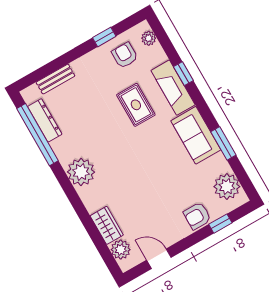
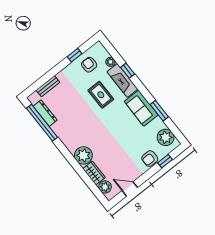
plant: (149, 38) -> (110, 62), moved
plant: (81, 172) -> (83, 155), moved

